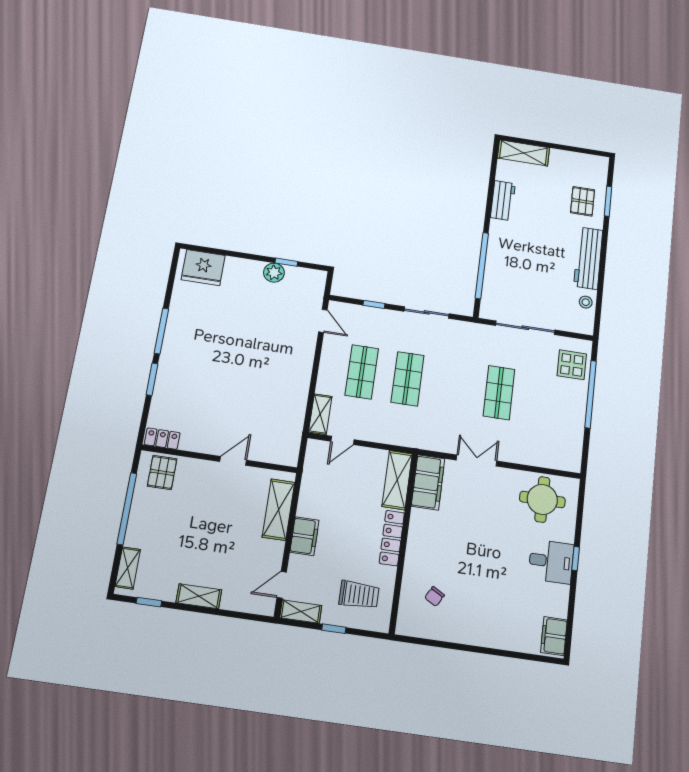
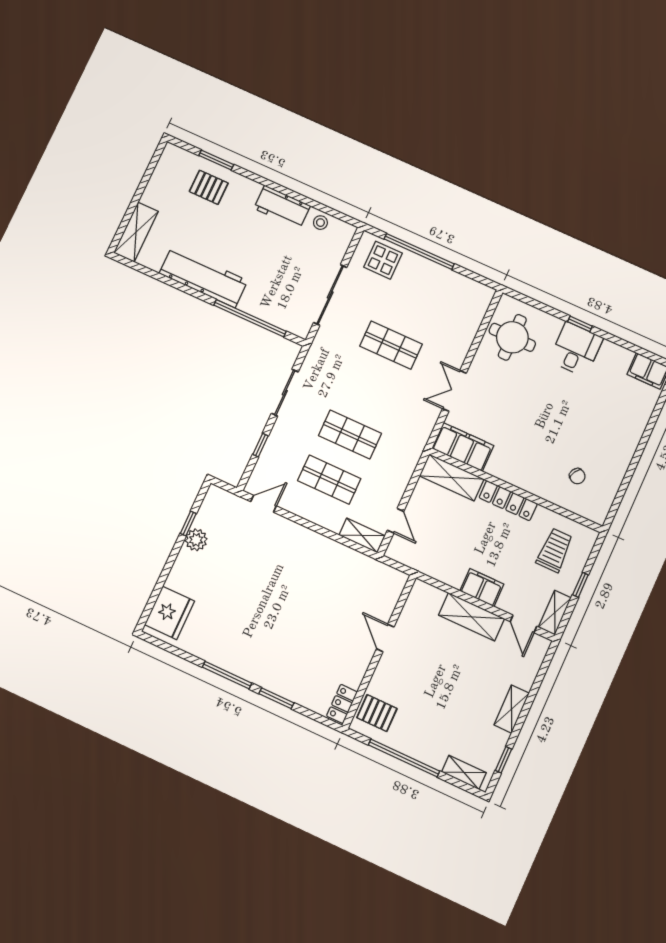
workbench: (503, 201) -> (203, 277), width x1.88, depth x1.32
workbench: (588, 258) -> (282, 207), width x0.73
shelving: (278, 510) -> (472, 617), moved

